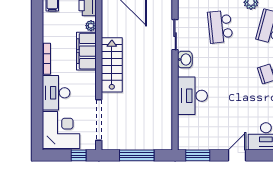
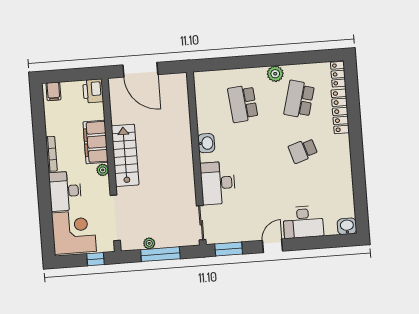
plant: (91, 26) -> (103, 170), moved
sliding door: (175, 35) -> (201, 223), moved
plant: (127, 145) -> (149, 243), added

